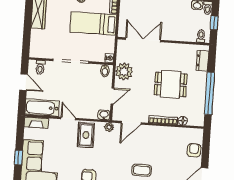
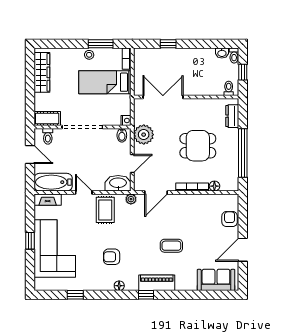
cot: (41, 52) -> (47, 119), added
washbasin: (104, 115) -> (118, 183), width x1.91, depth x1.45

